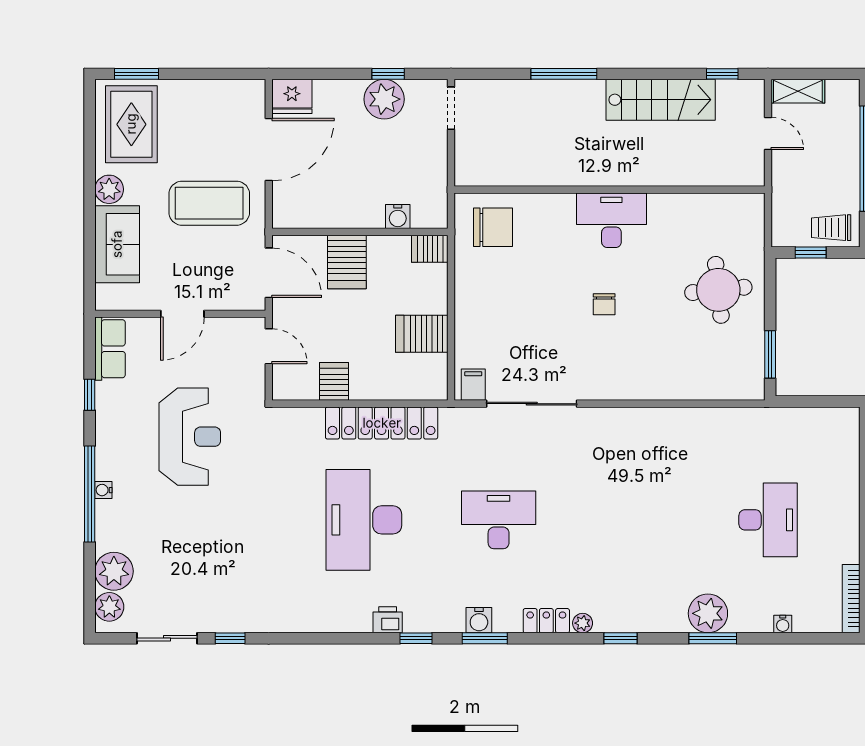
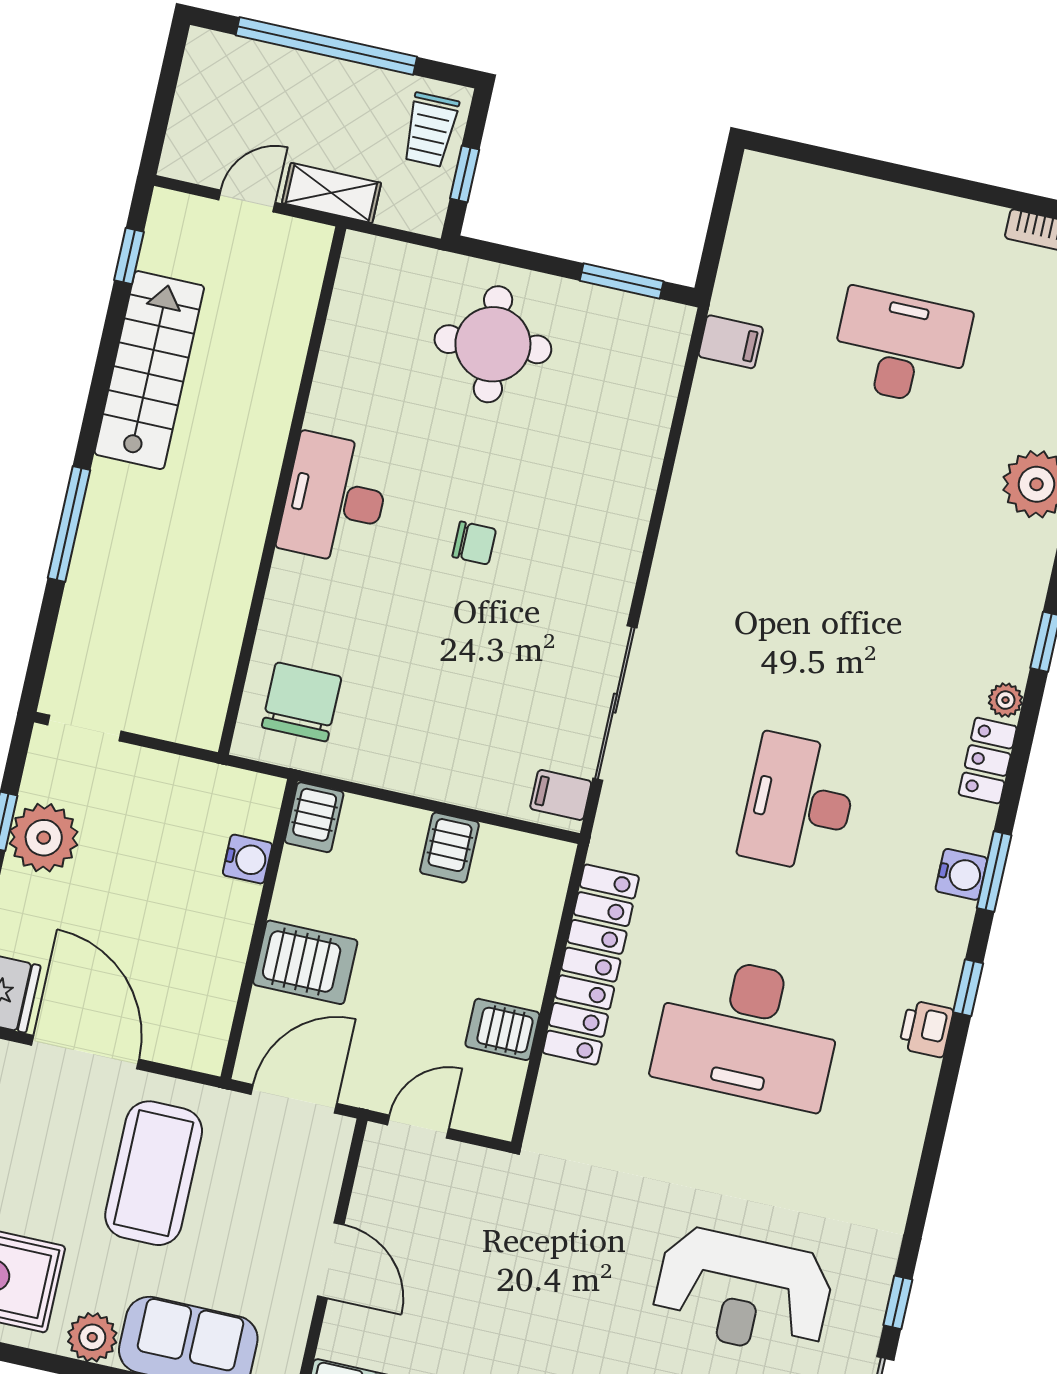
shelving: (798, 91) -> (331, 193), moved, turned 90
server rack: (422, 334) -> (449, 848), width x0.73, depth x0.70
filing cabinet: (750, 423) -> (731, 342), added
reception desk: (190, 437) -> (743, 1292), moved, turned 180

